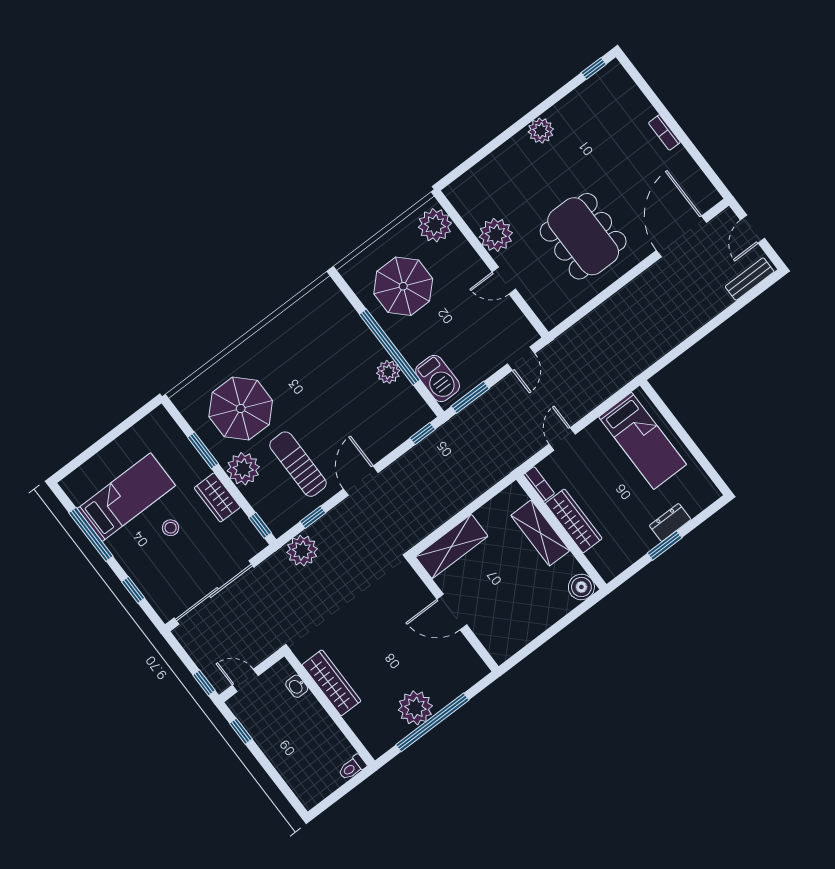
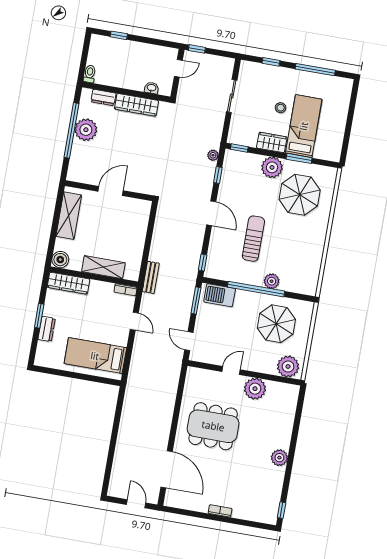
bench: (750, 279) -> (151, 277), moved
plant: (388, 372) -> (272, 281), moved
sun lounger: (298, 464) -> (253, 239), moved, turned -90
bed: (126, 497) -> (304, 126), moved, turned 180
wardrobe: (574, 521) -> (68, 283), moved
shelving: (452, 546) -> (69, 216), moved
plant: (302, 551) -> (213, 155), width x0.53, depth x0.53
sliding door: (214, 593) -> (232, 96), width x0.54
dresser: (361, 726) -> (103, 98), added
window: (241, 731) -> (119, 35), moved

